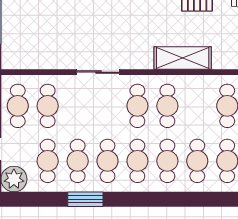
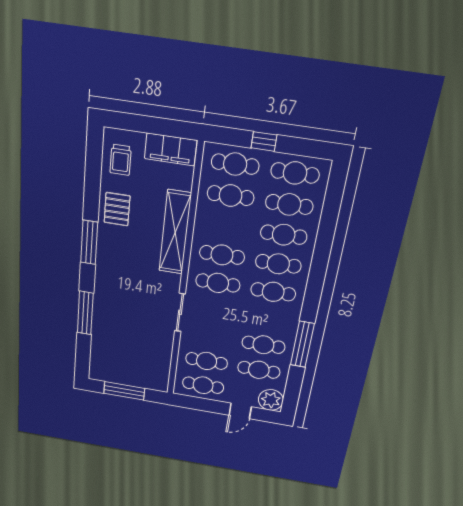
shelving: (183, 58) -> (175, 233), width x1.47
cafe table: (108, 161) -> (268, 319), removed
window: (85, 199) -> (302, 344), width x1.44

